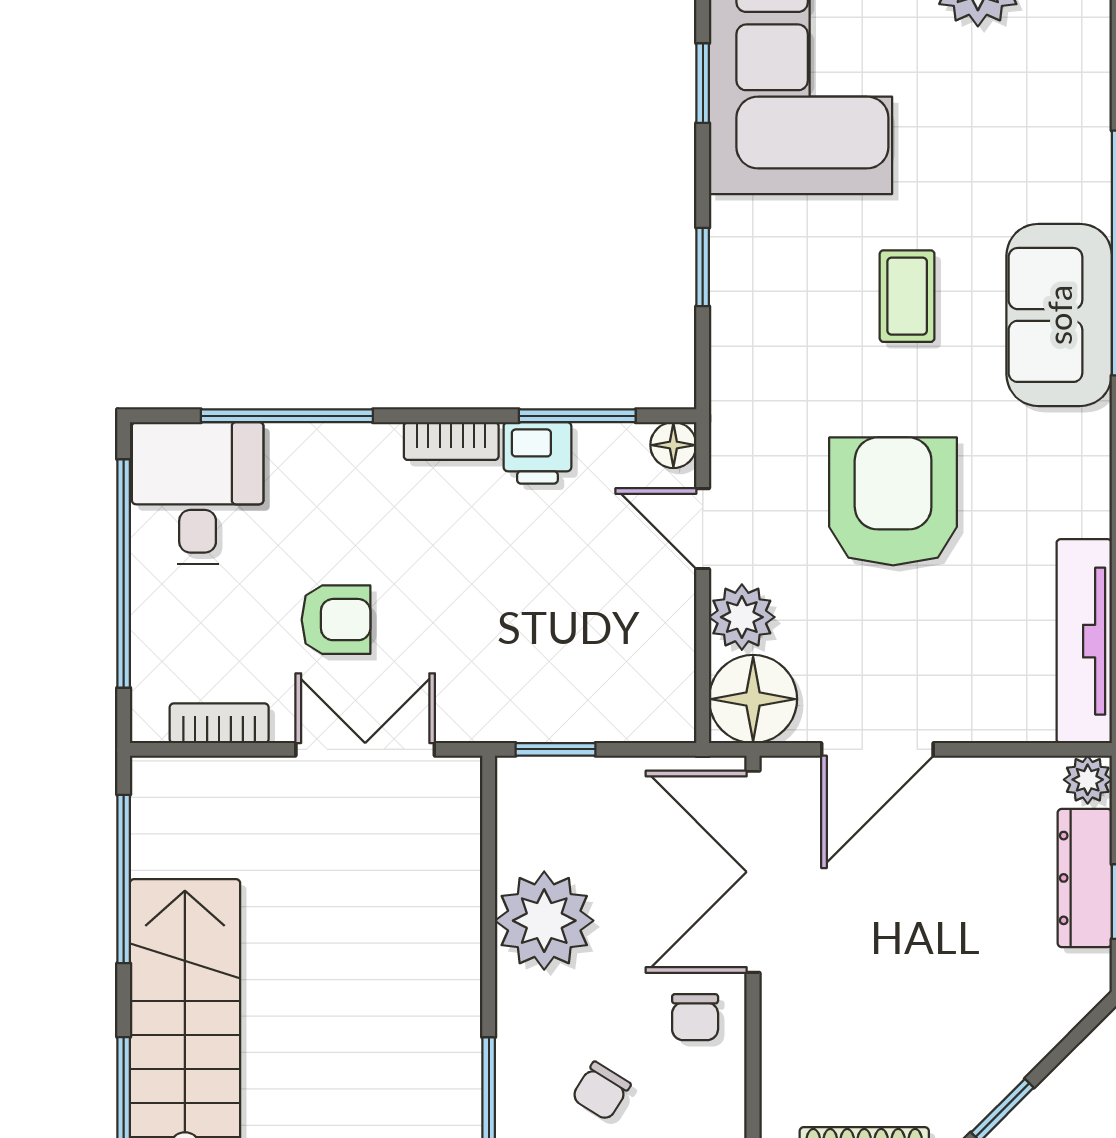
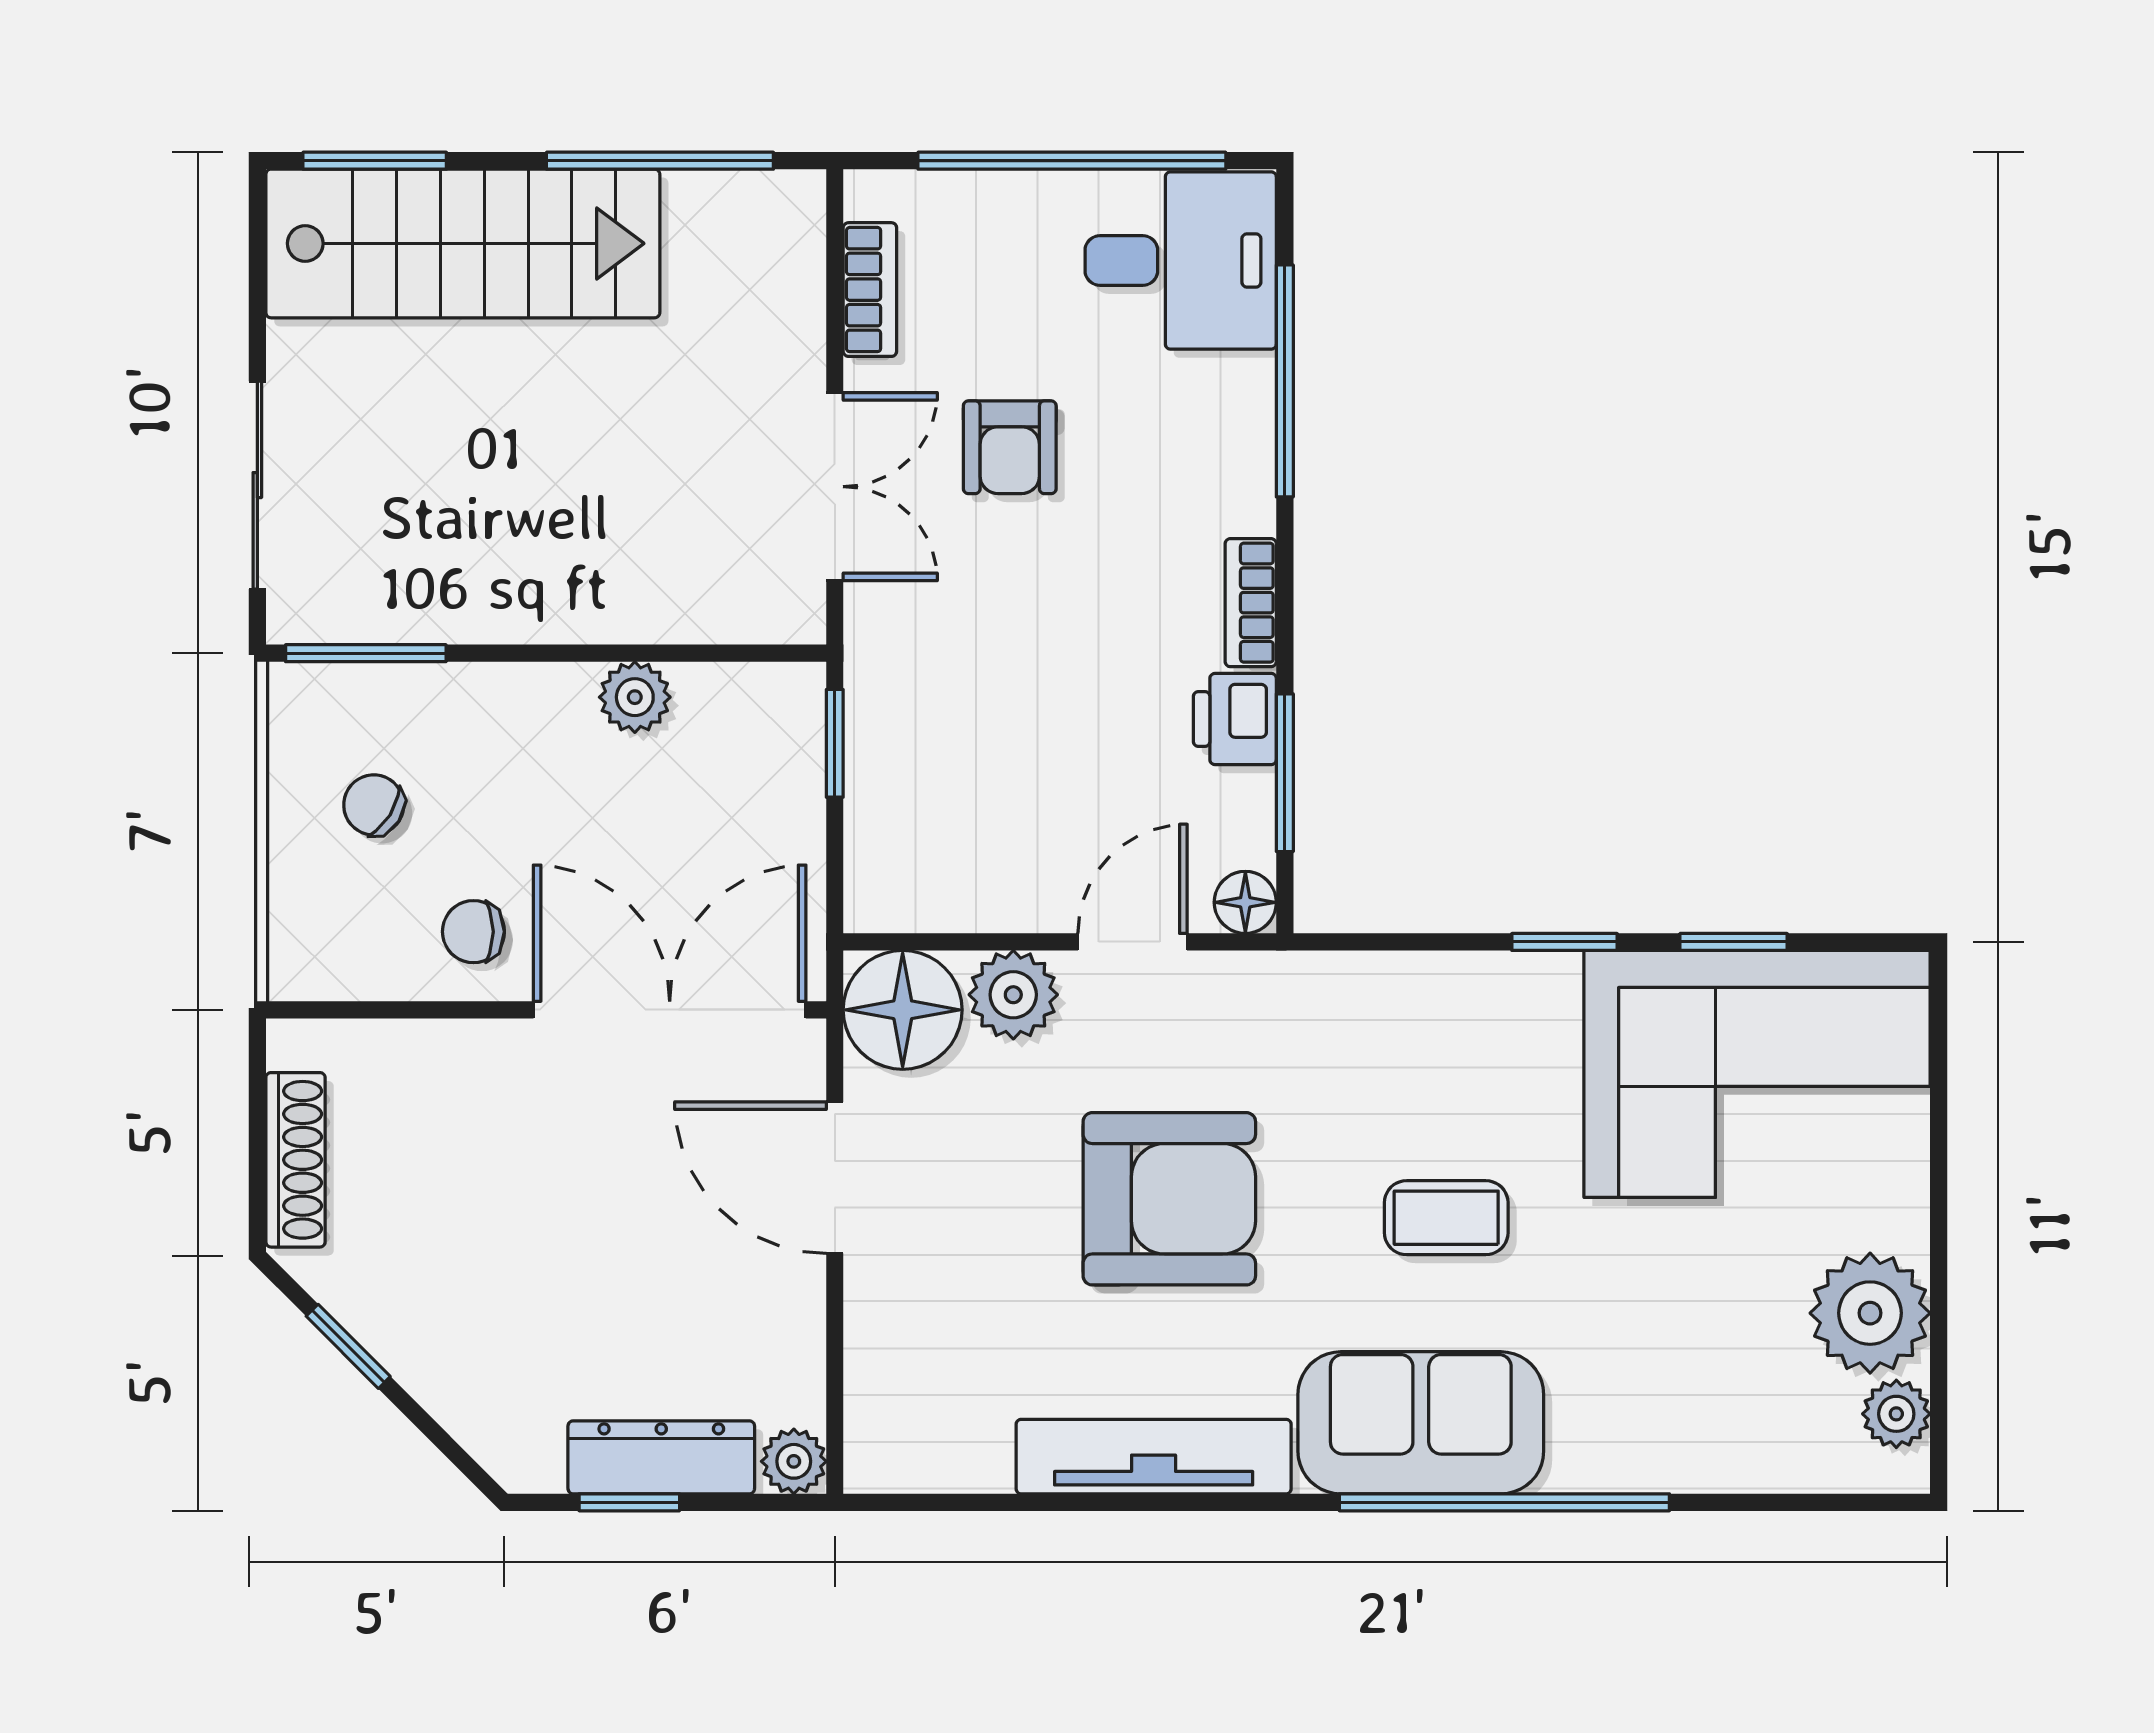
window: (703, 267) -> (1565, 942), moved
tv unit: (1084, 641) -> (1154, 1457), moved
plant: (544, 921) -> (635, 697), width x0.53, depth x0.53

